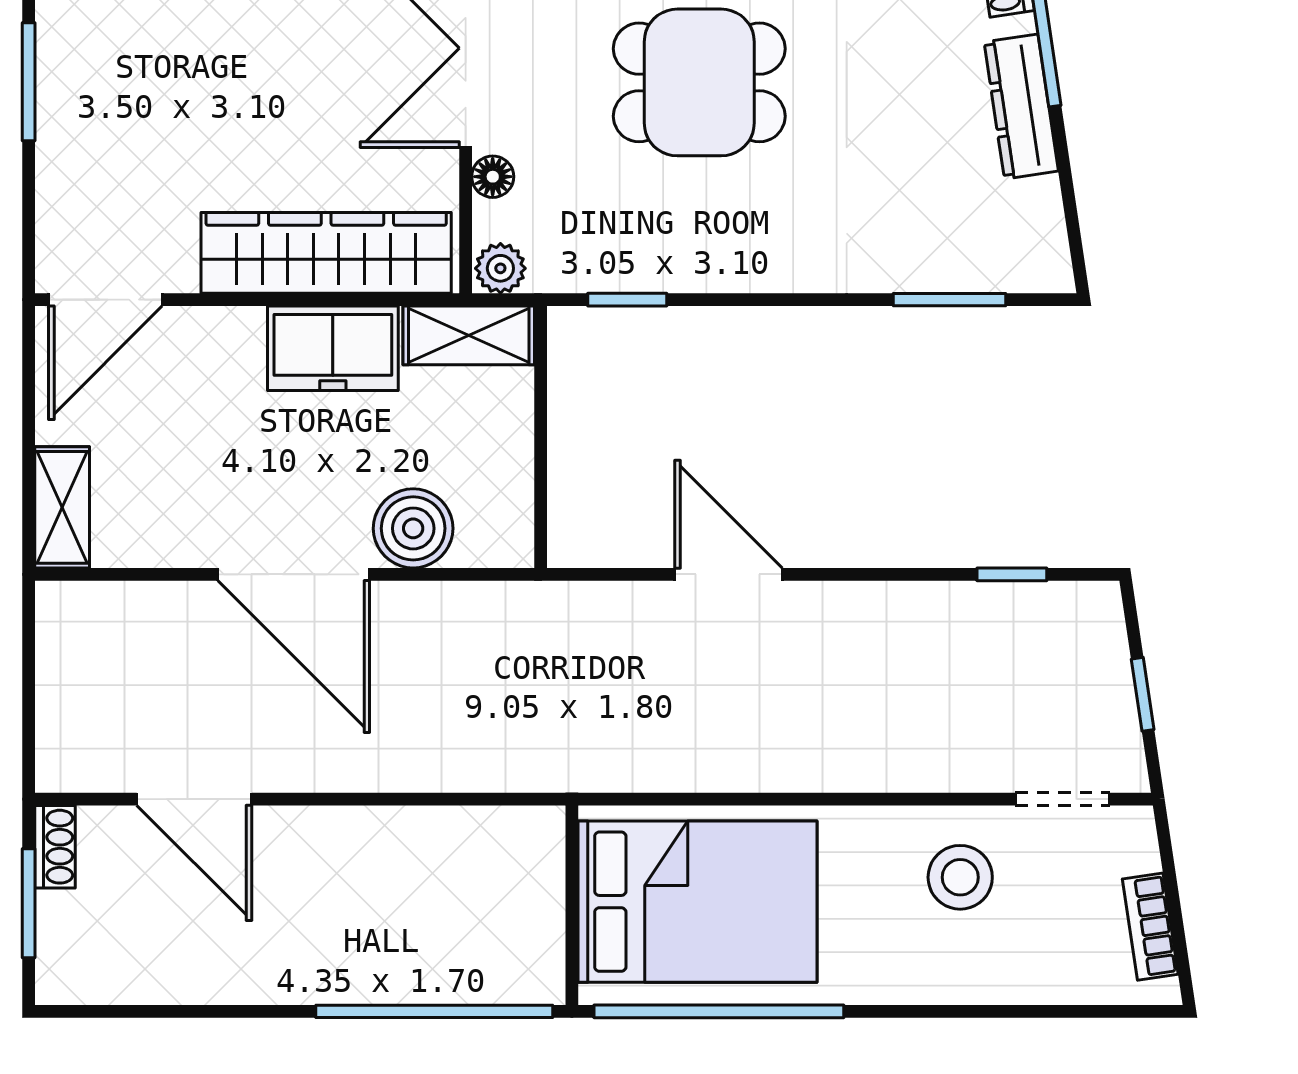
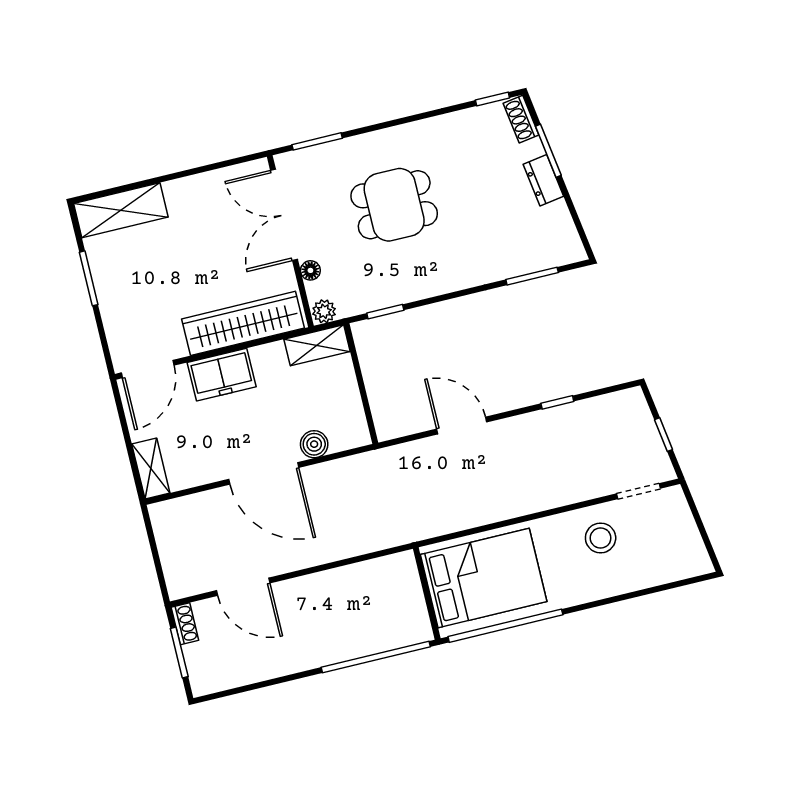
dresser: (1021, 106) -> (543, 180), width x0.70
freezer: (333, 348) -> (222, 375), moved
boiler: (413, 528) -> (314, 444), width x0.73, depth x0.73
window: (1012, 574) -> (557, 402), moved
bookcase: (1150, 927) -> (693, 540), removed

